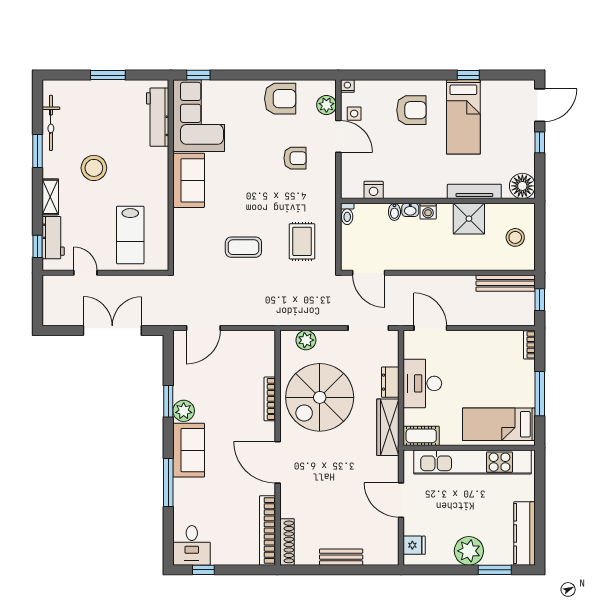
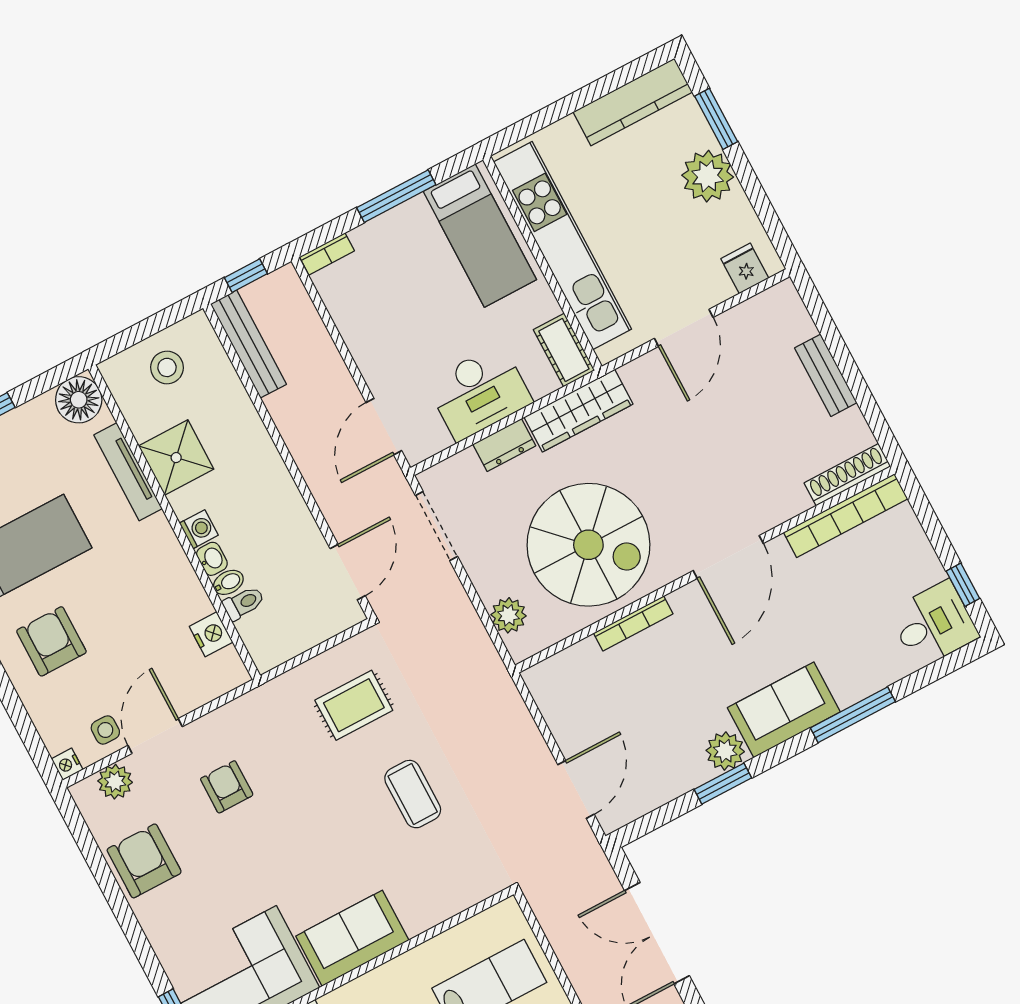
toilet: (347, 214) -> (244, 603), moved
door: (203, 328) -> (576, 789), hinge flipped

